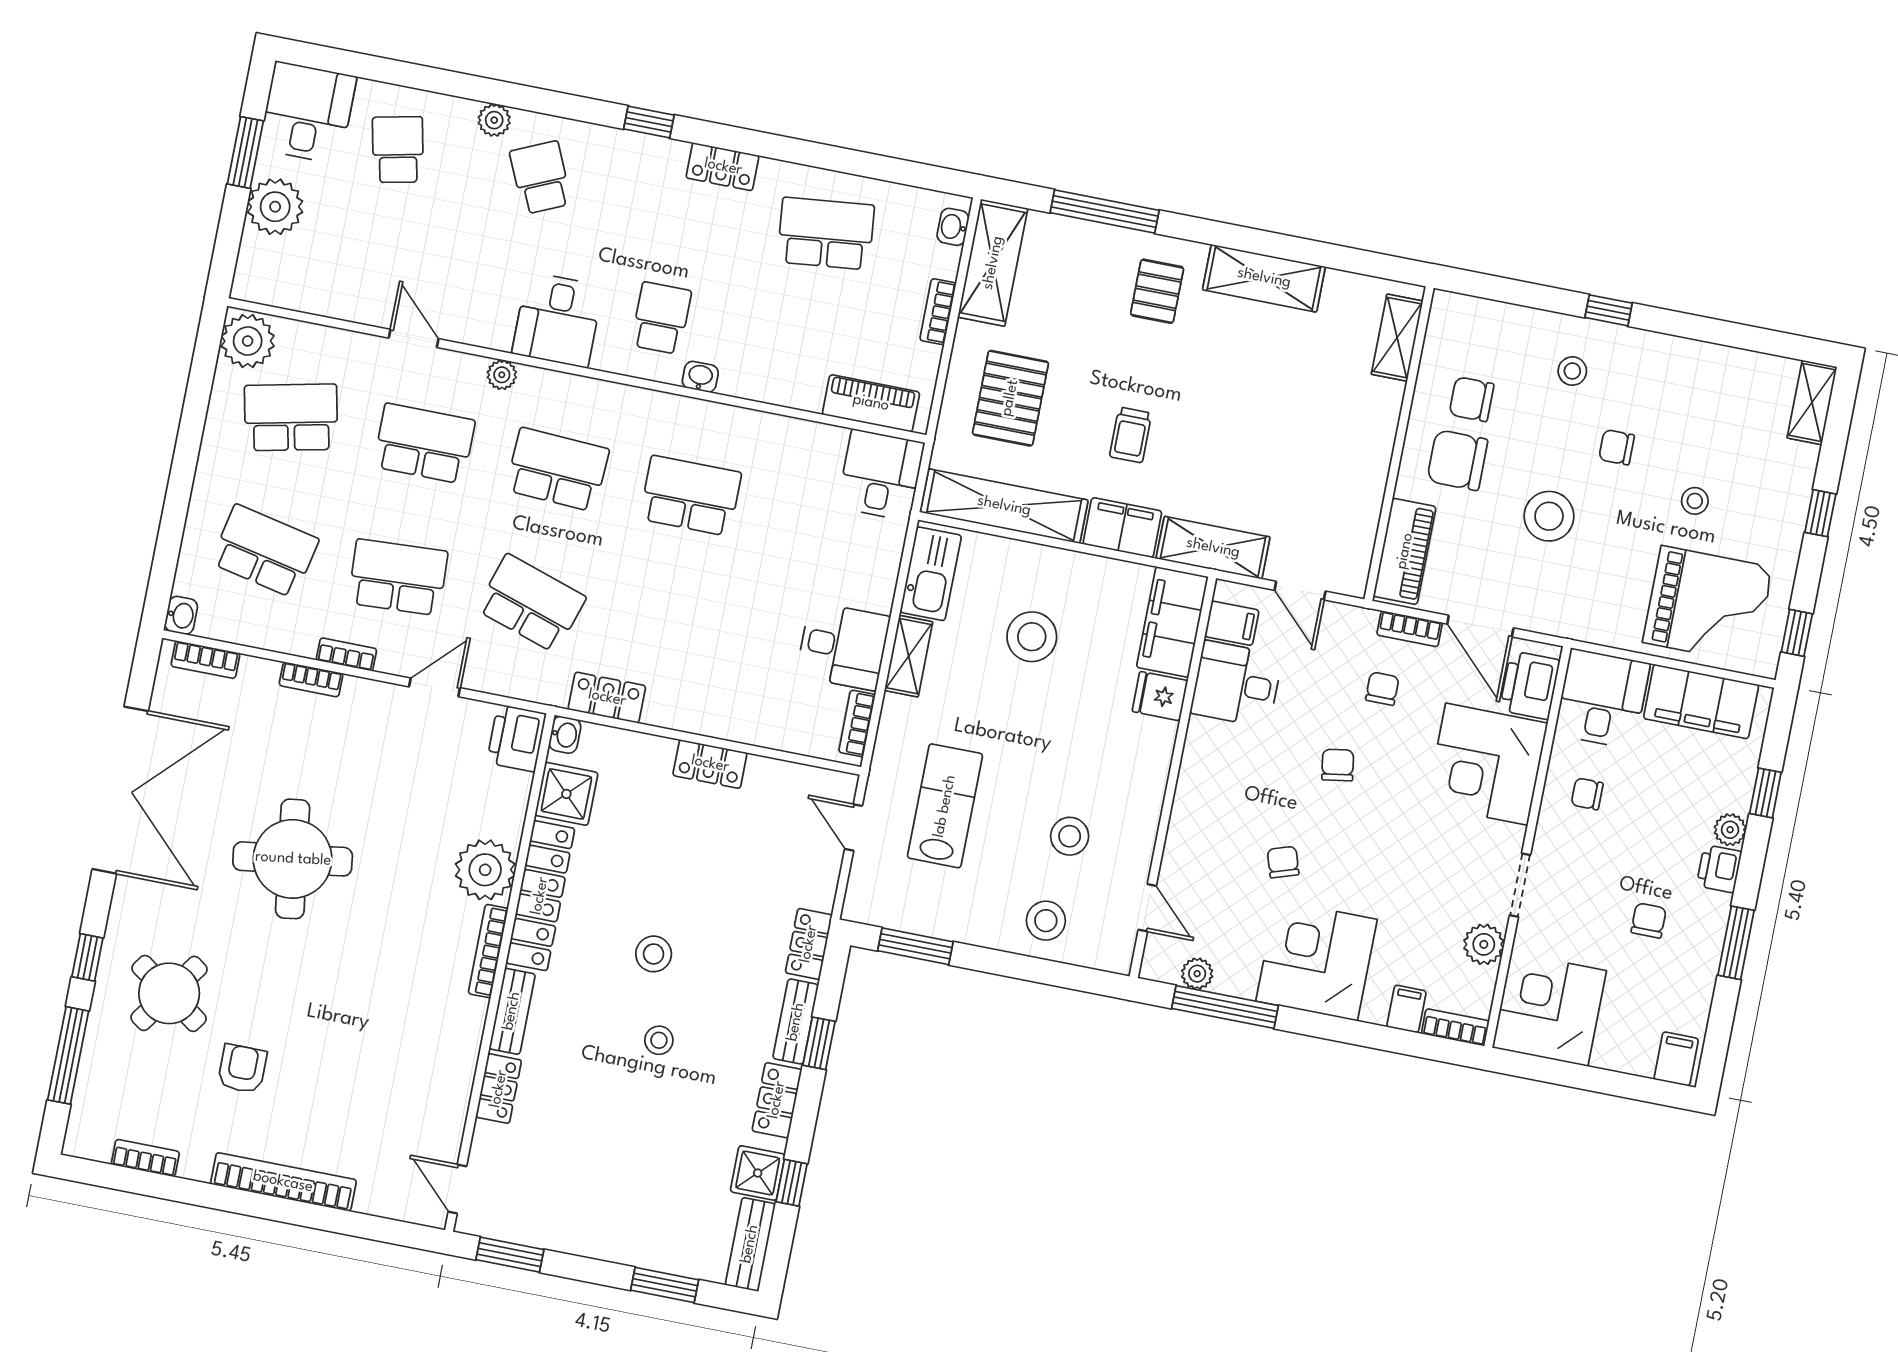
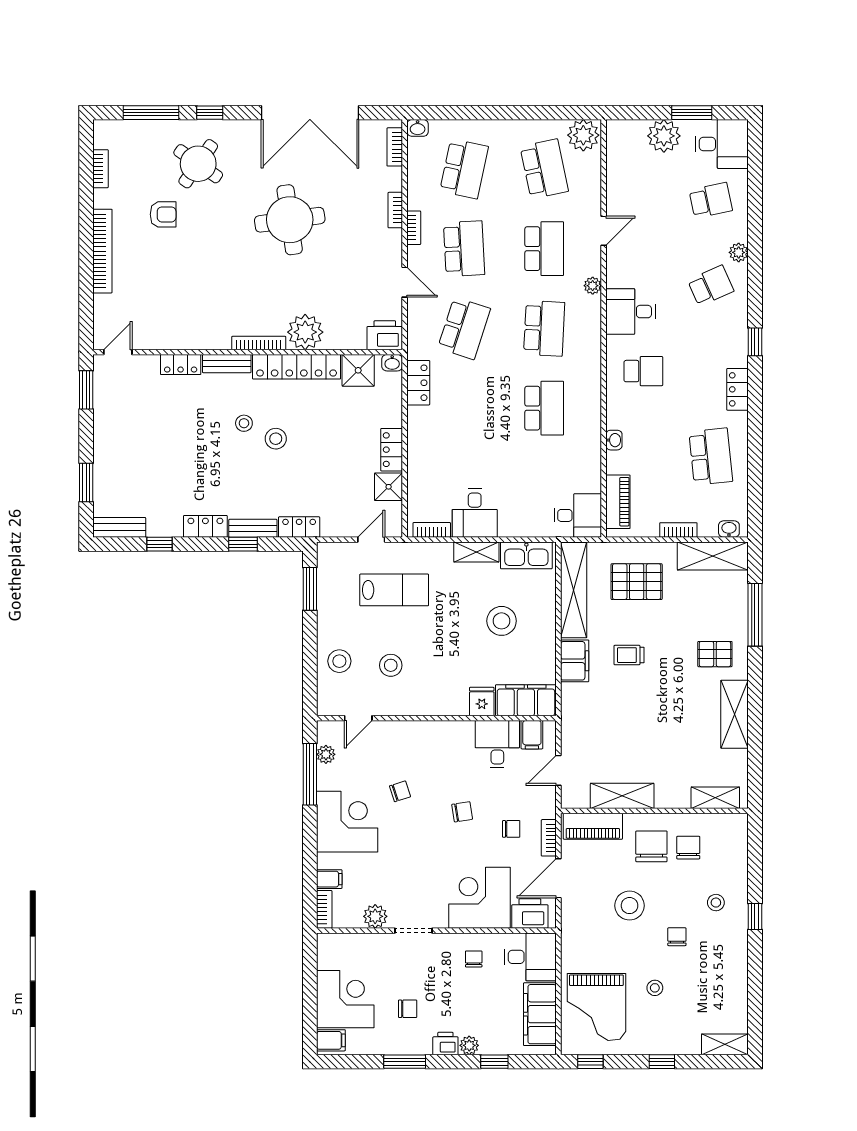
washbasin: (700, 377) -> (614, 440), moved
shelving: (1213, 548) -> (622, 796), moved, turned 90
corner desk: (1549, 1009) -> (345, 999), moved
stool: (659, 1040) -> (244, 423), moved
shower: (758, 1173) -> (389, 487), moved

